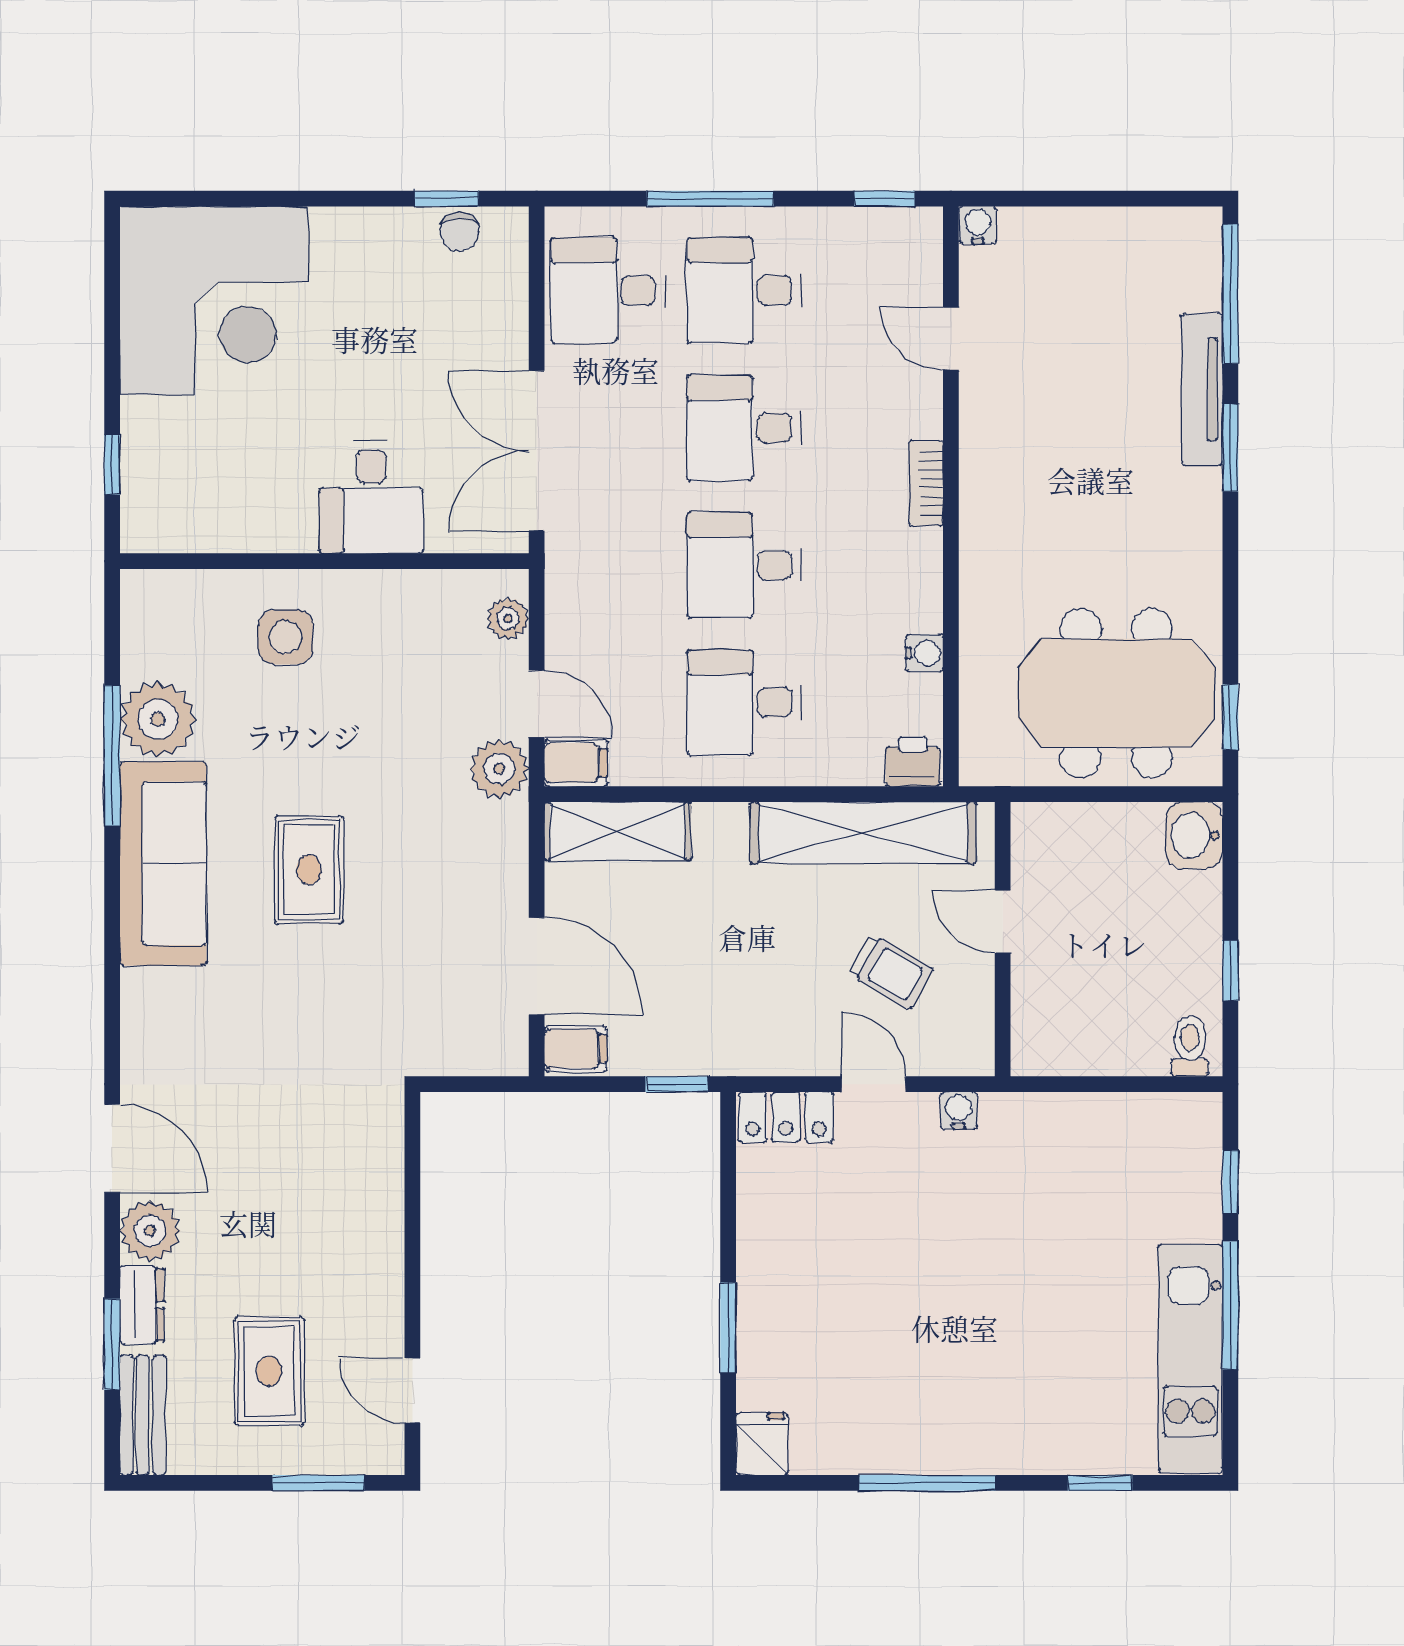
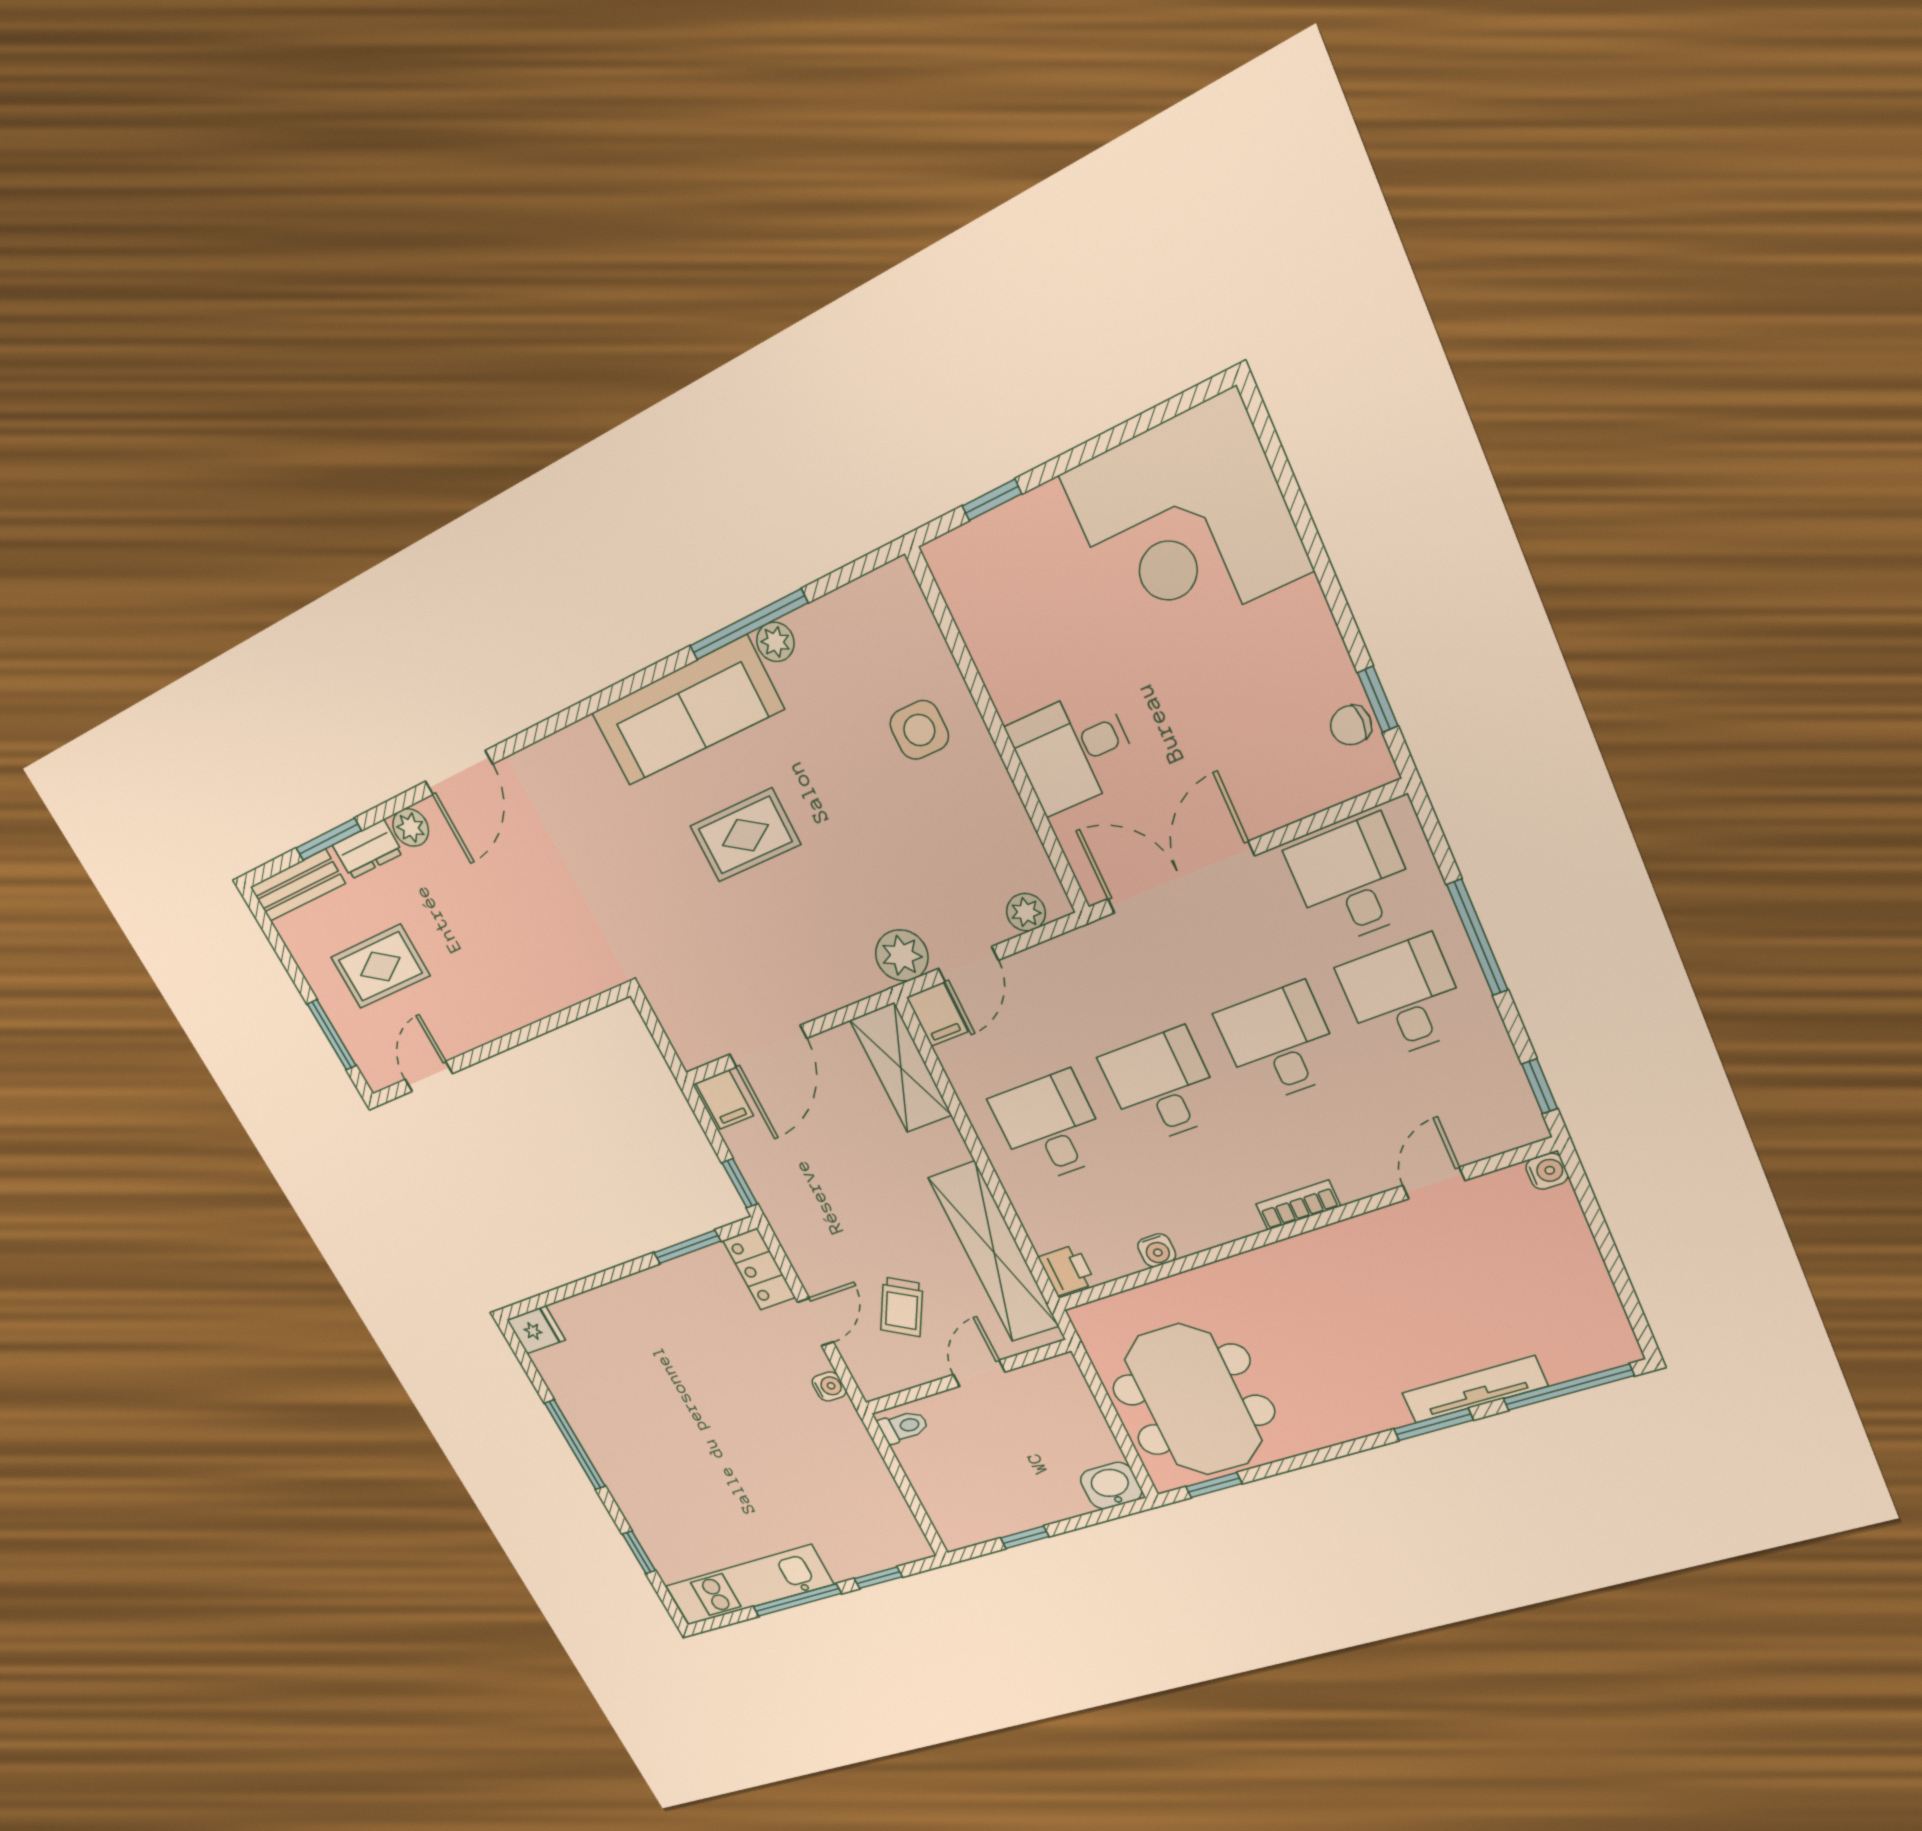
plant: (158, 719) -> (775, 642), width x0.53, depth x0.53
toilet: (1190, 1046) -> (904, 1427), moved
plant: (150, 1231) -> (411, 828), width x0.73, depth x0.73
window: (728, 1328) -> (687, 1247), moved

